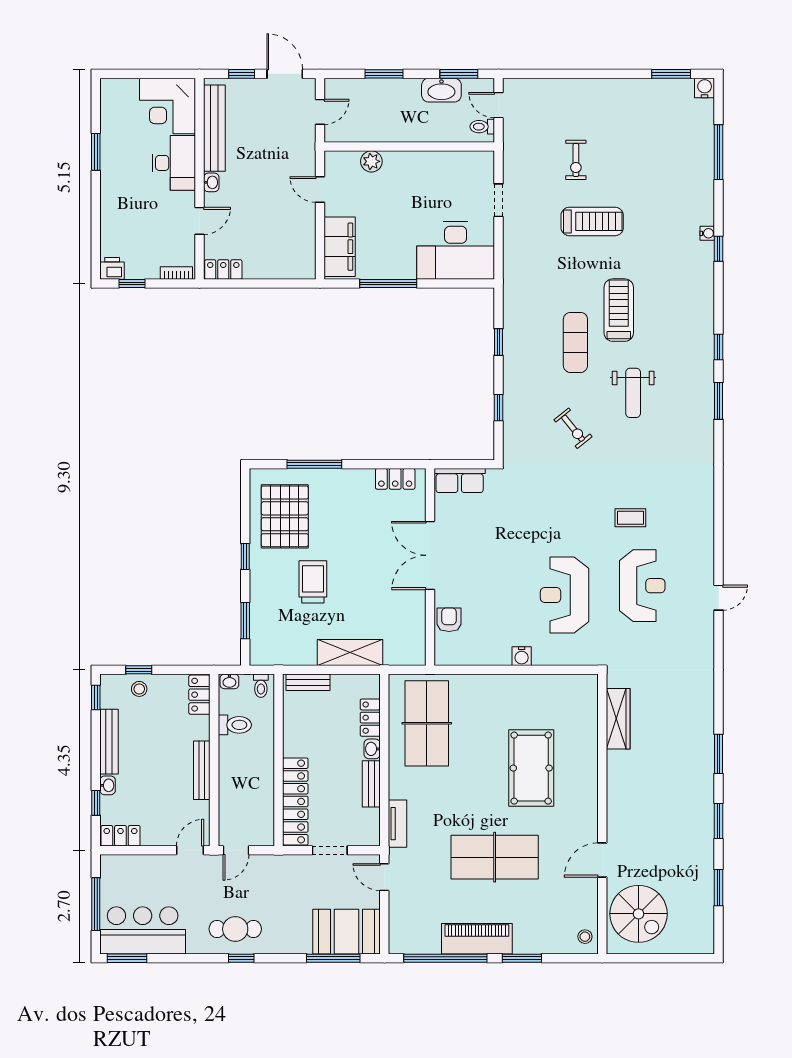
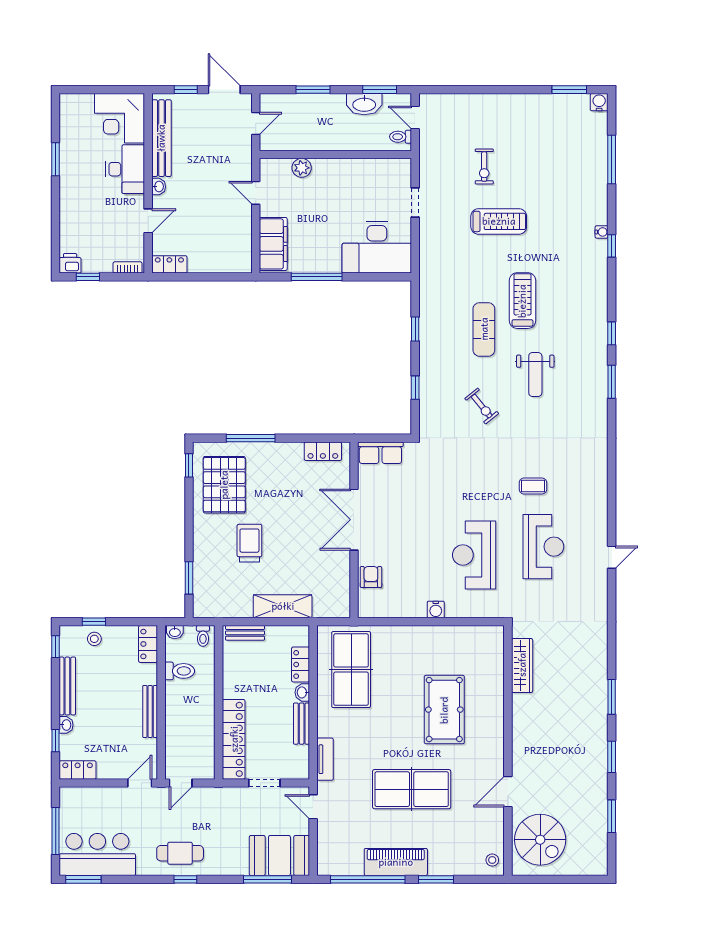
window: (245, 557) -> (189, 465), moved

